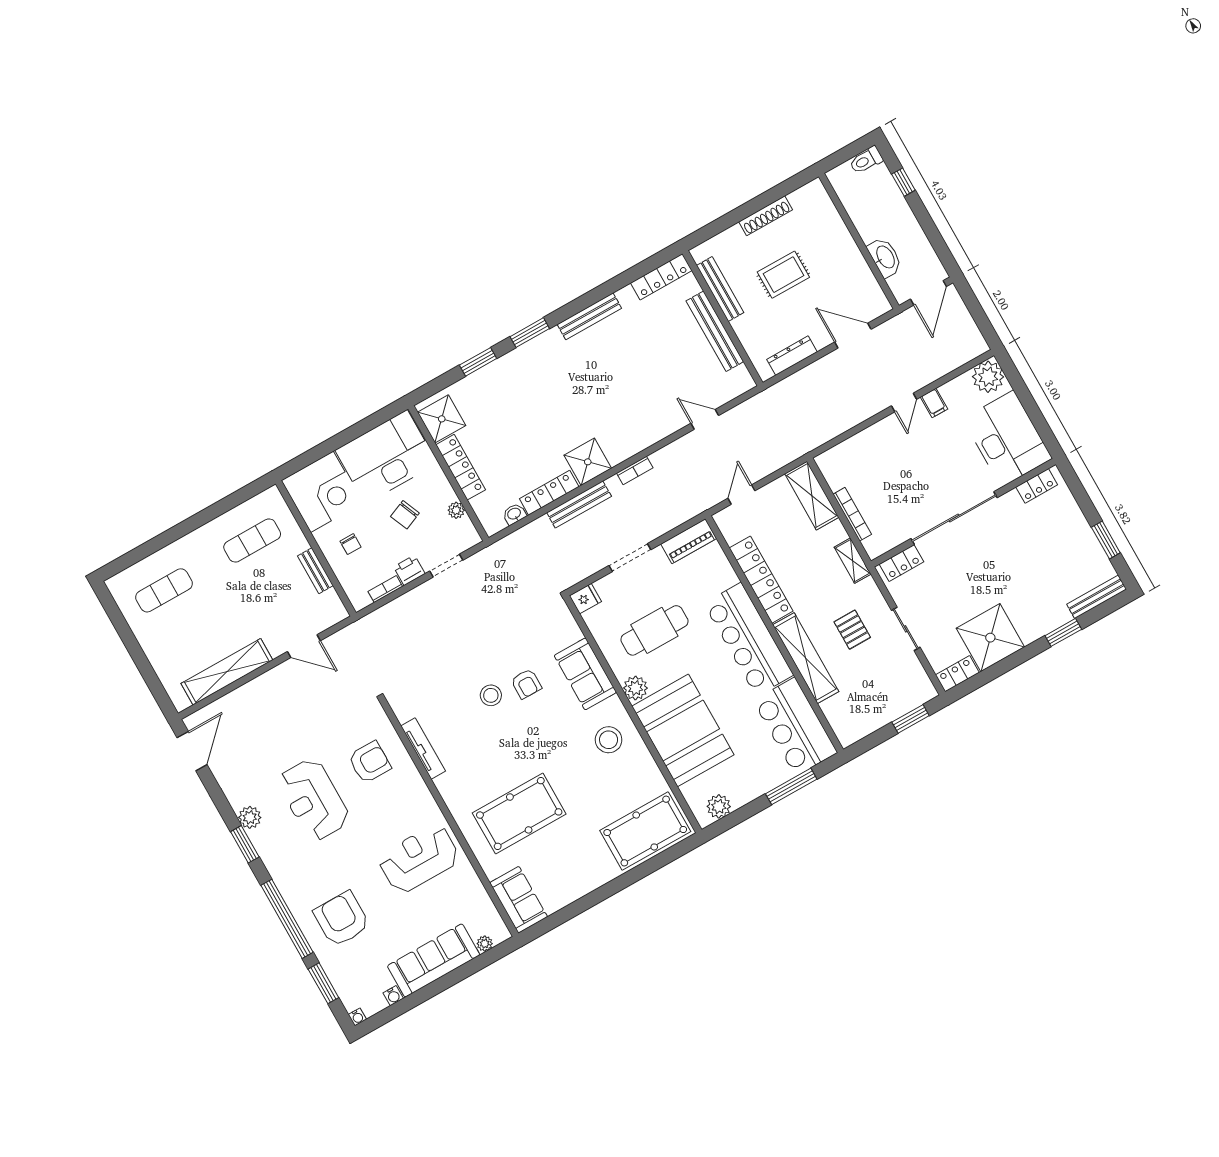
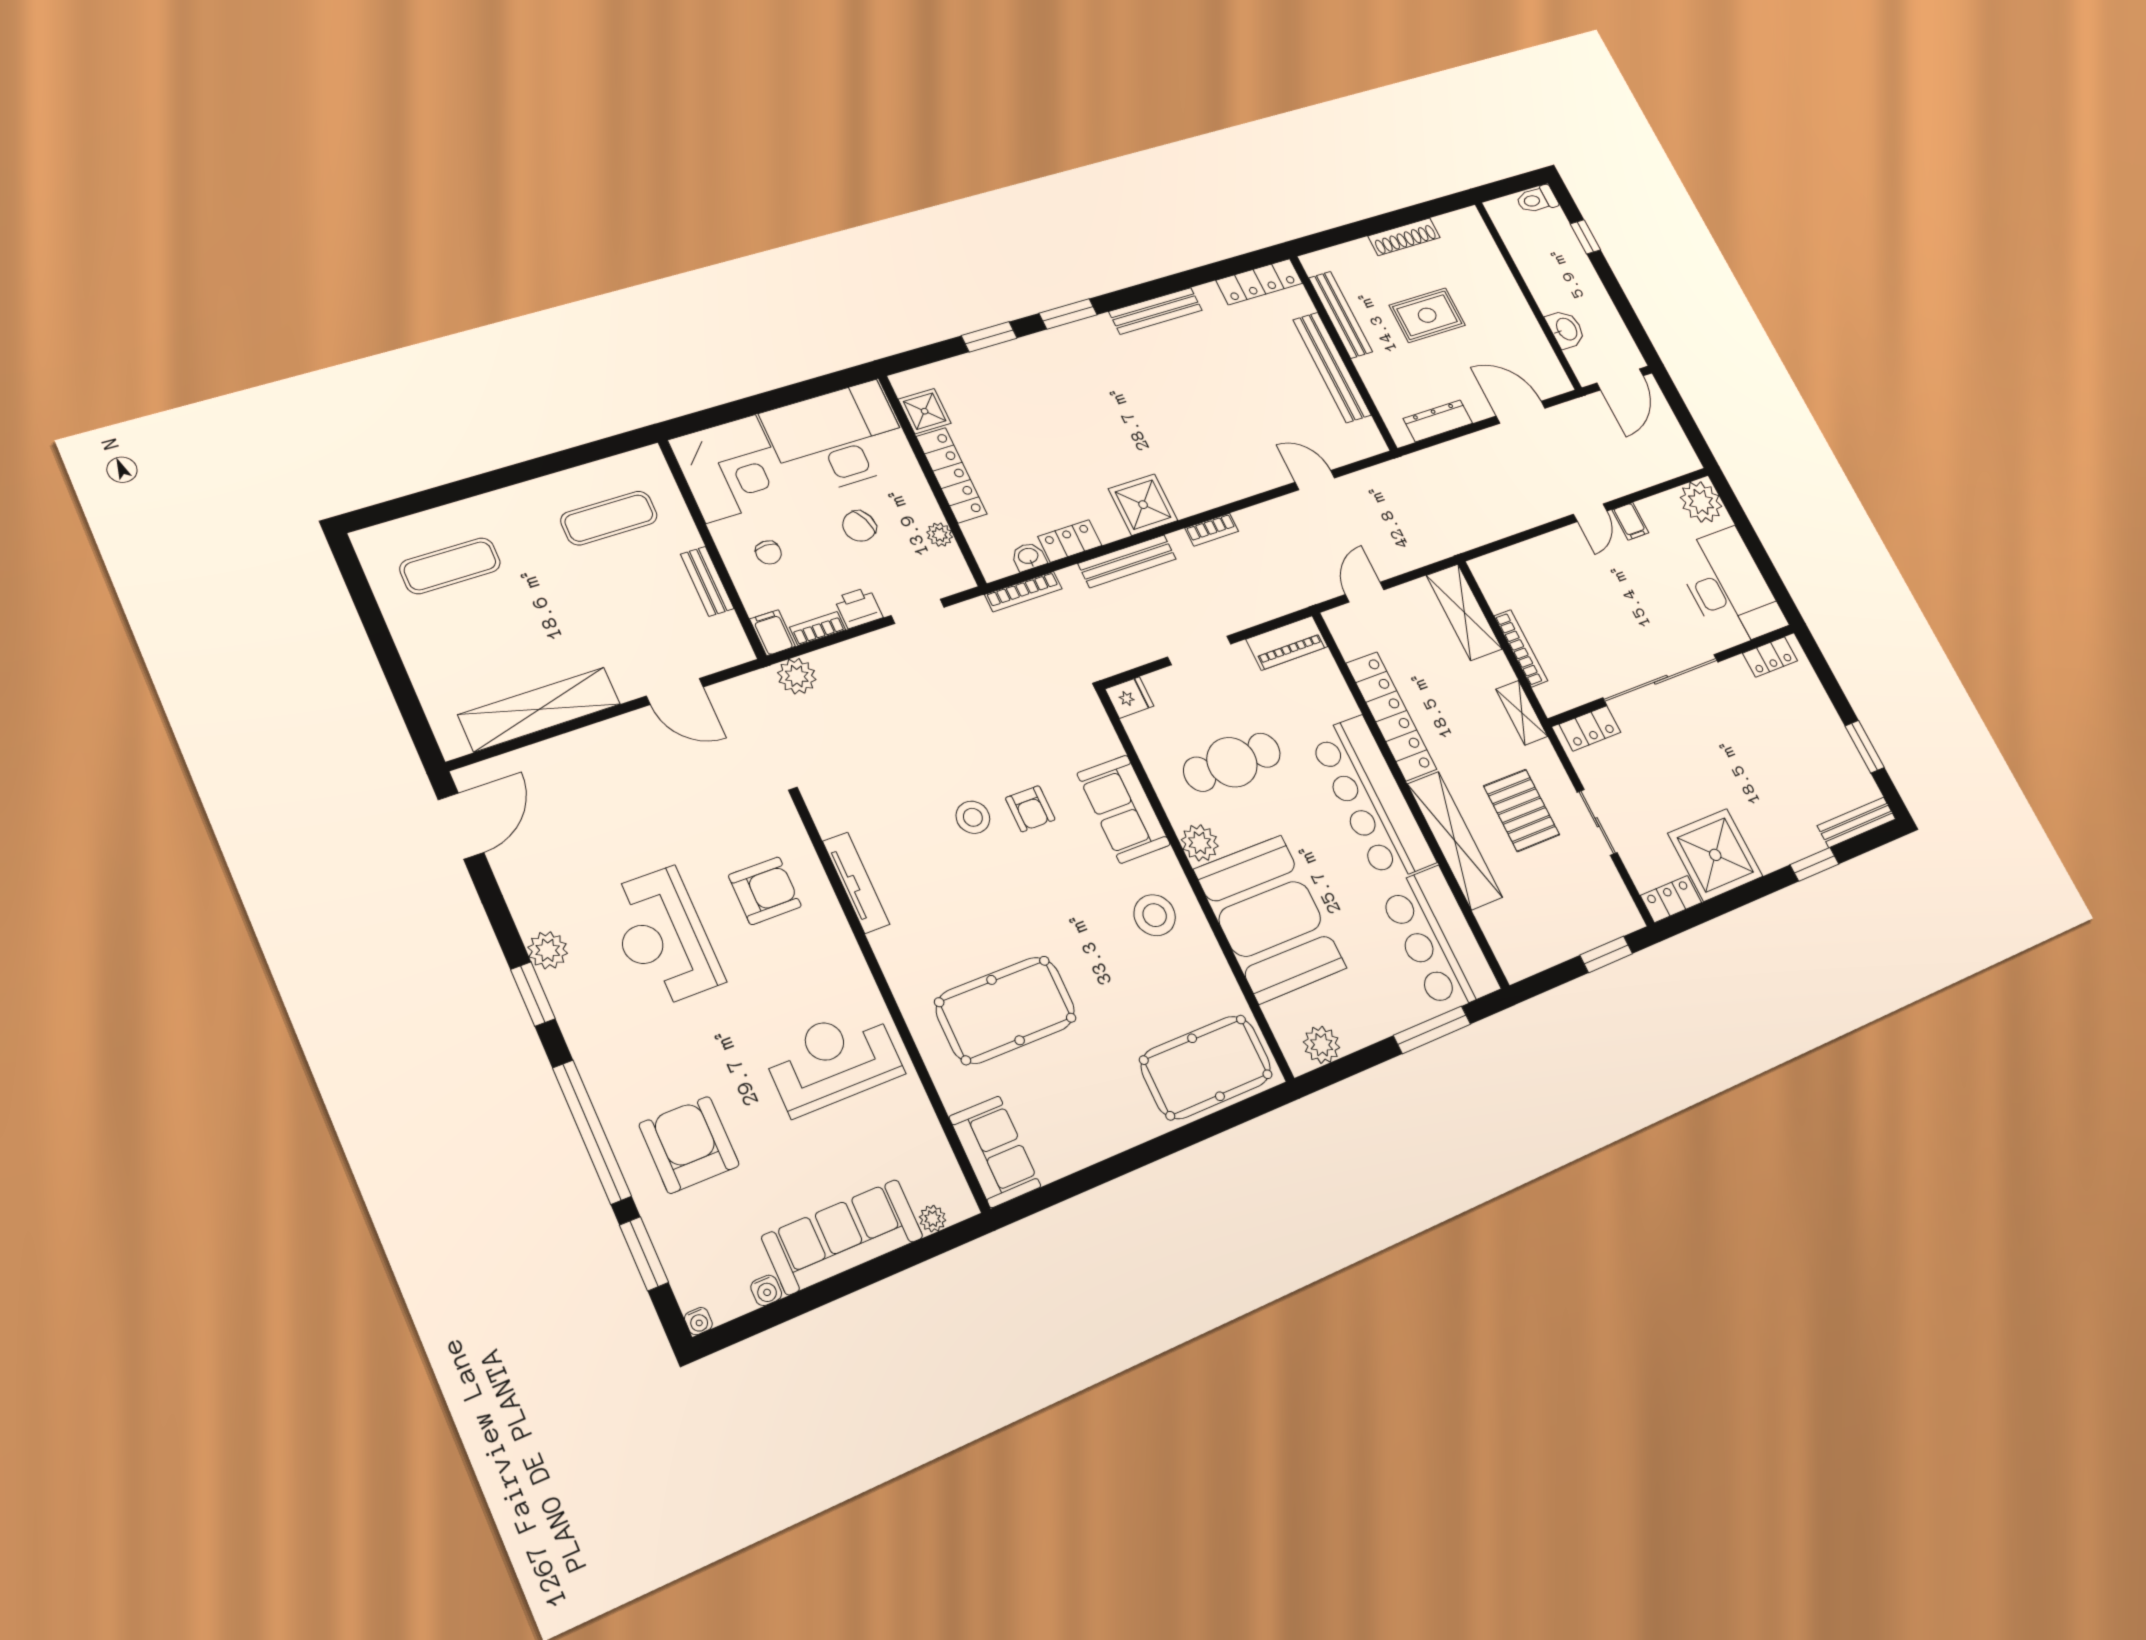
washbasin: (885, 257) -> (1566, 329), width x0.72
shower: (442, 419) -> (925, 411), width x0.73, depth x0.73
locker: (549, 493) -> (1070, 541), width x0.66
bookcase: (513, 539) -> (1023, 592), added
filing cabinet: (358, 597) -> (772, 633), added
plant: (376, 623) -> (797, 676), added
pallet: (852, 630) -> (1522, 810), width x1.50, depth x1.42

